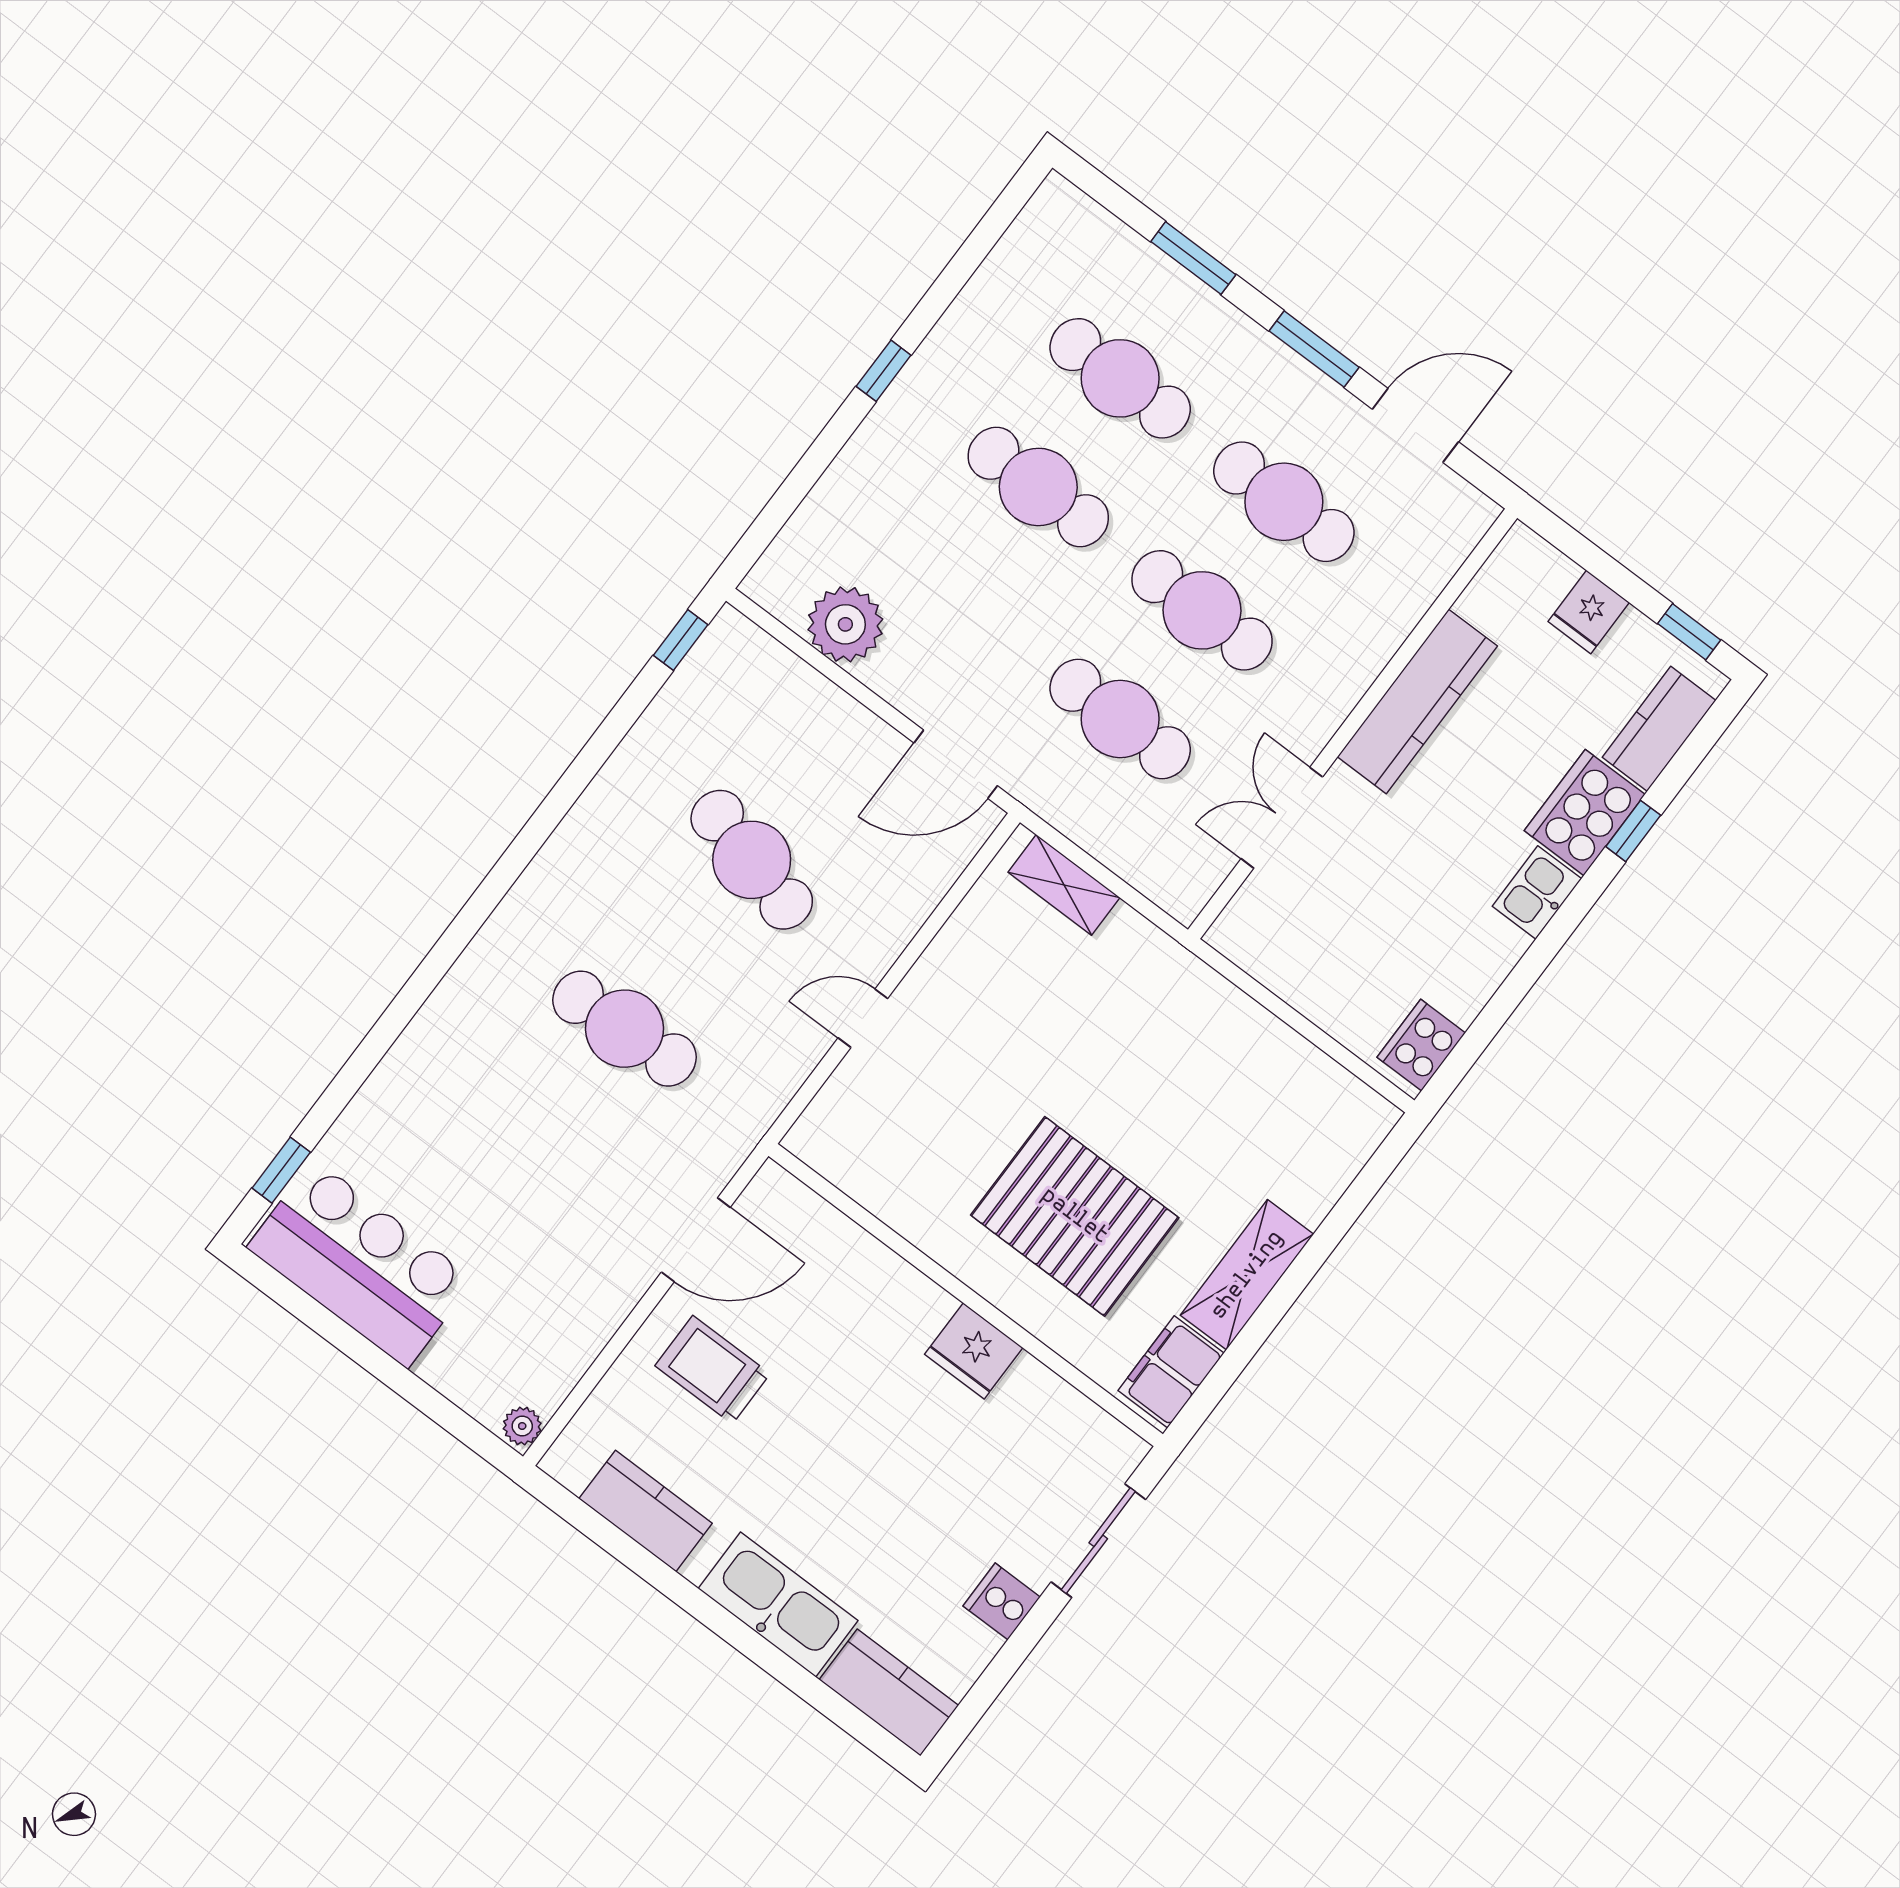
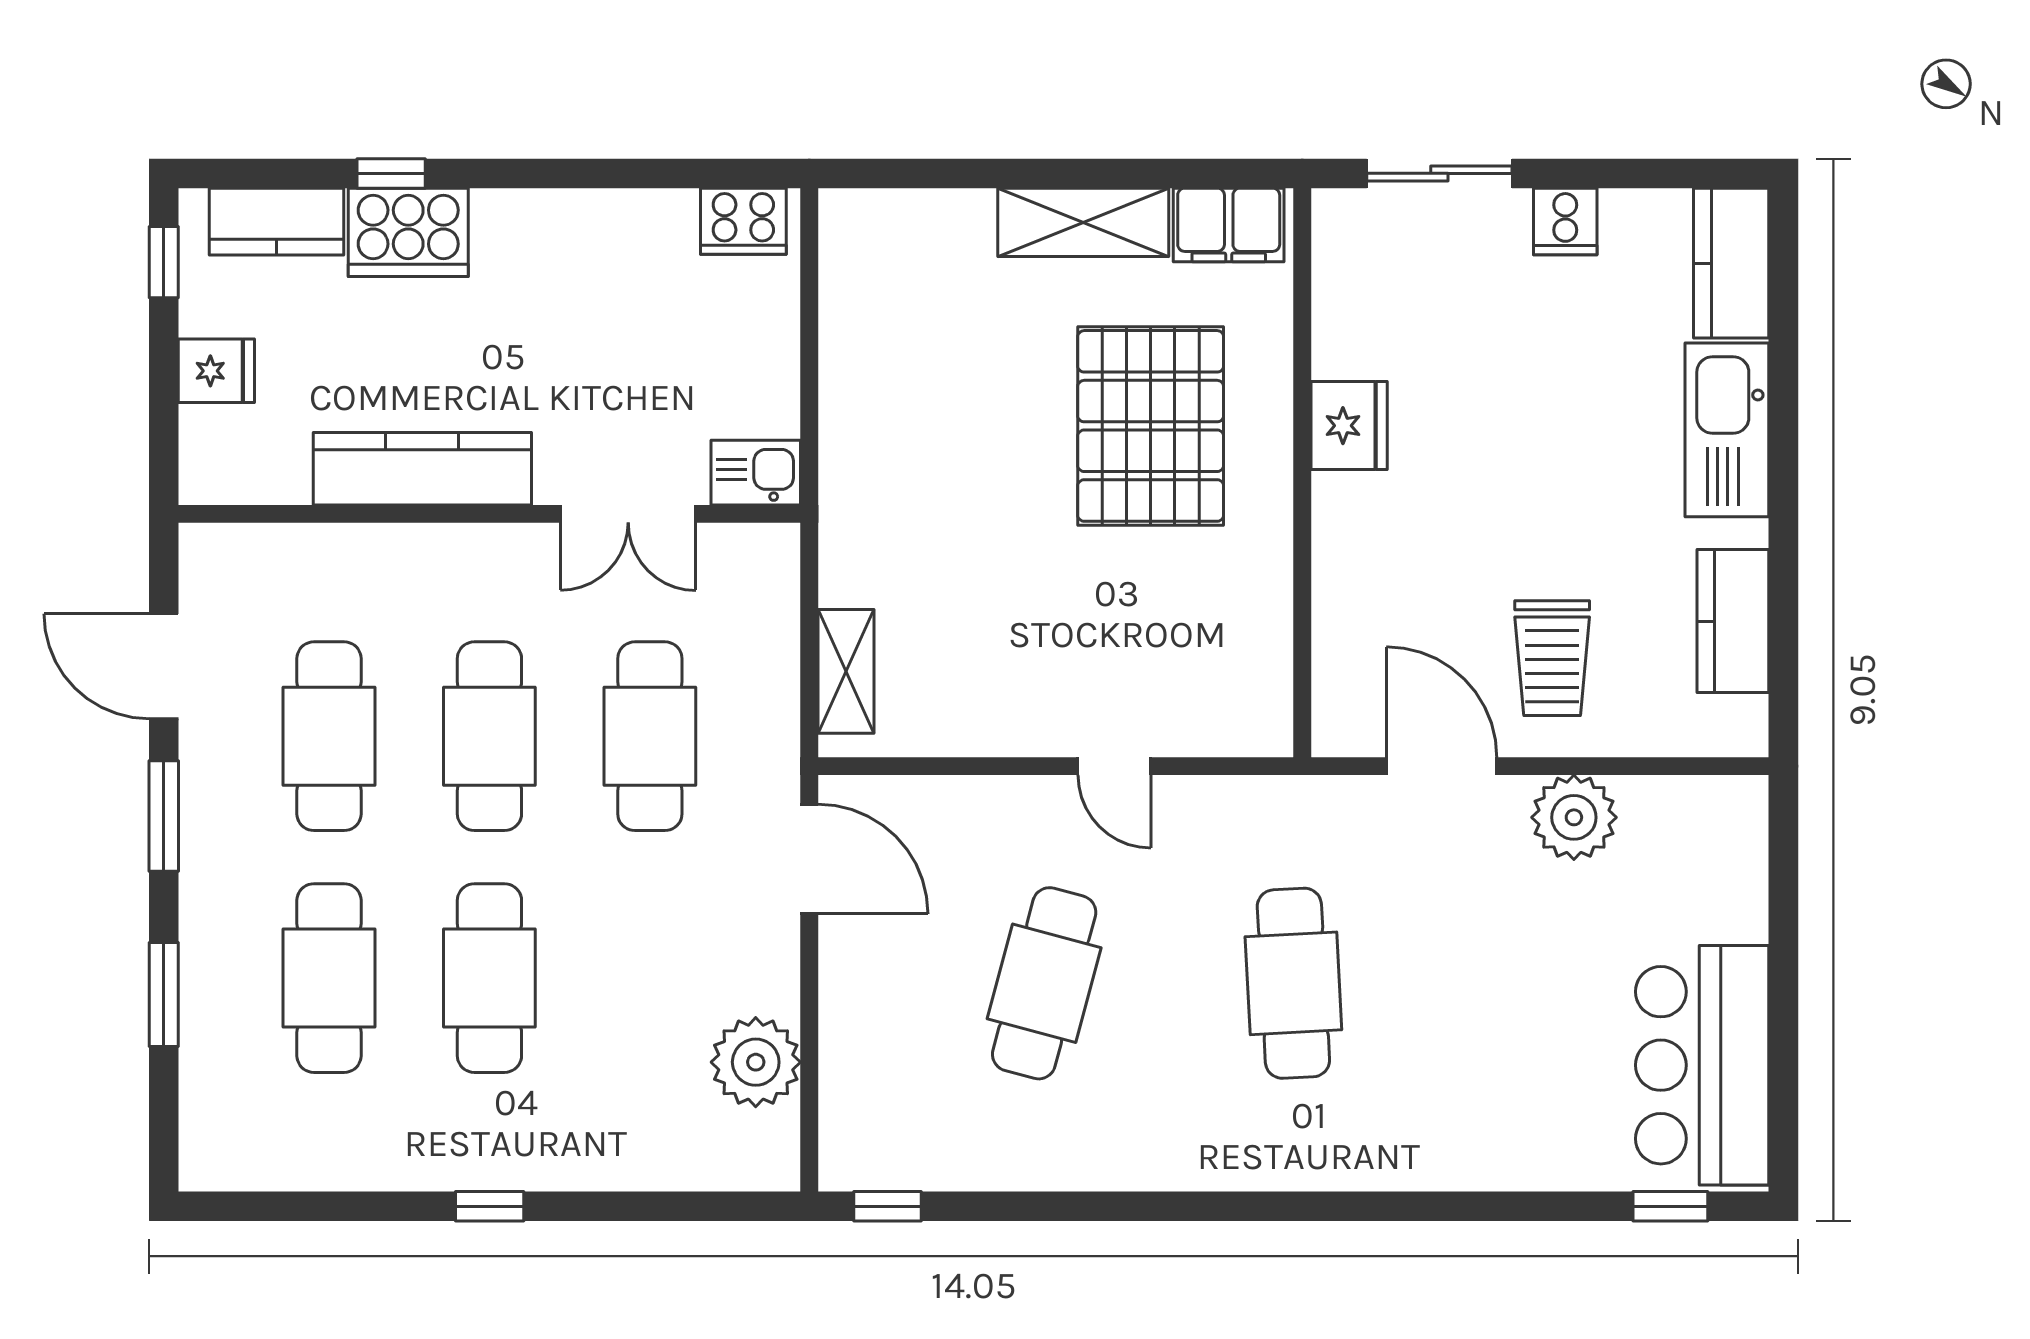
kitchen sink: (1537, 892) -> (756, 473), moved, turned 180
plant: (522, 1426) -> (1574, 817), moved, width x1.87, depth x1.87

